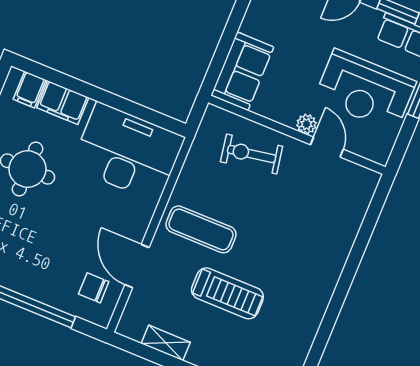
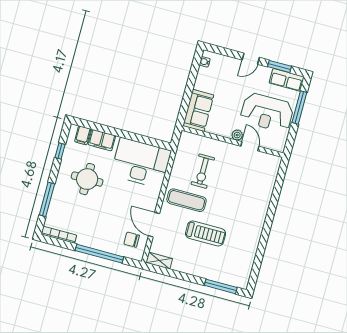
exercise bike: (252, 154) -> (203, 171), moved, turned -80
shelving: (166, 343) -> (159, 261), moved

